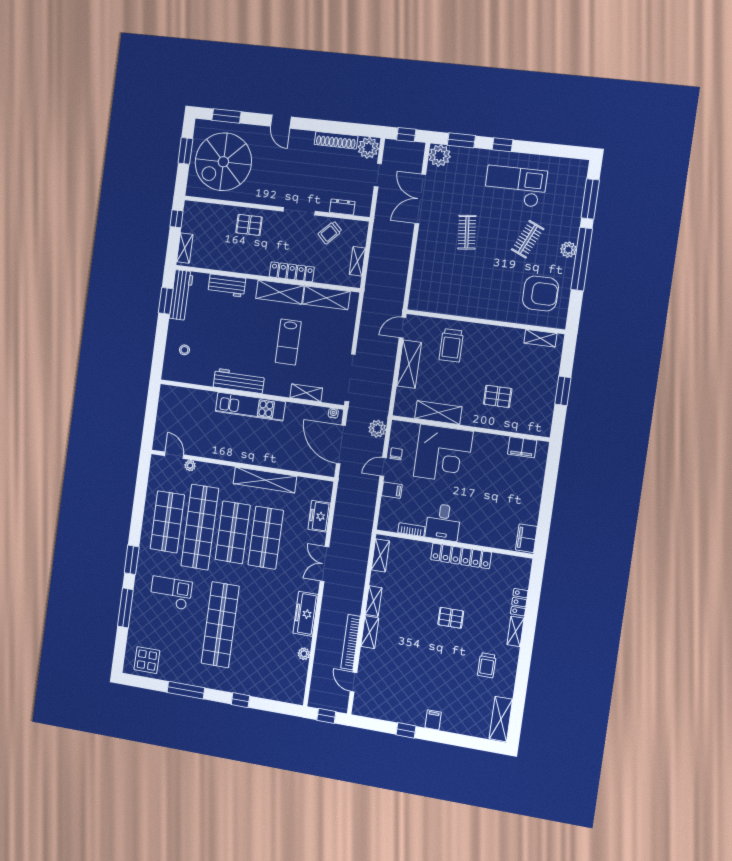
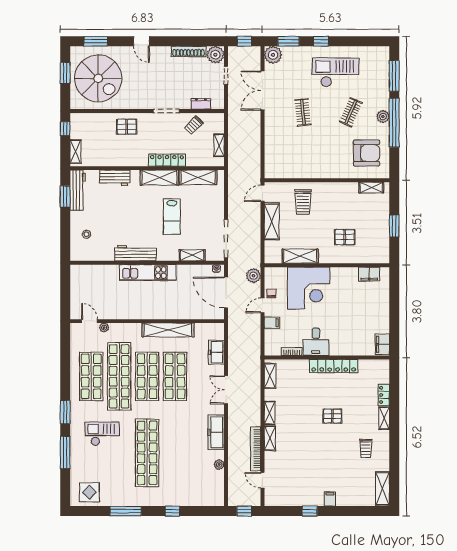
spiral stairs: (223, 162) -> (98, 78), turned -90

